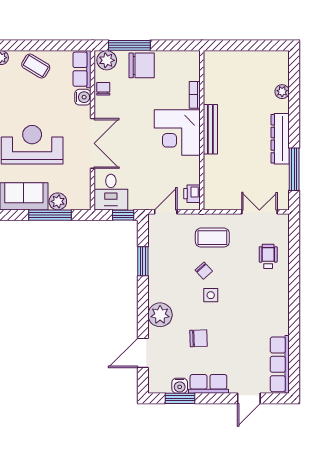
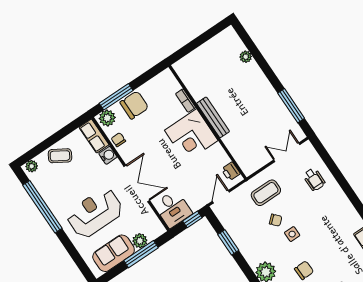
dresser: (280, 139) -> (267, 91), removed
wheelchair: (268, 256) -> (314, 179), turned 180

